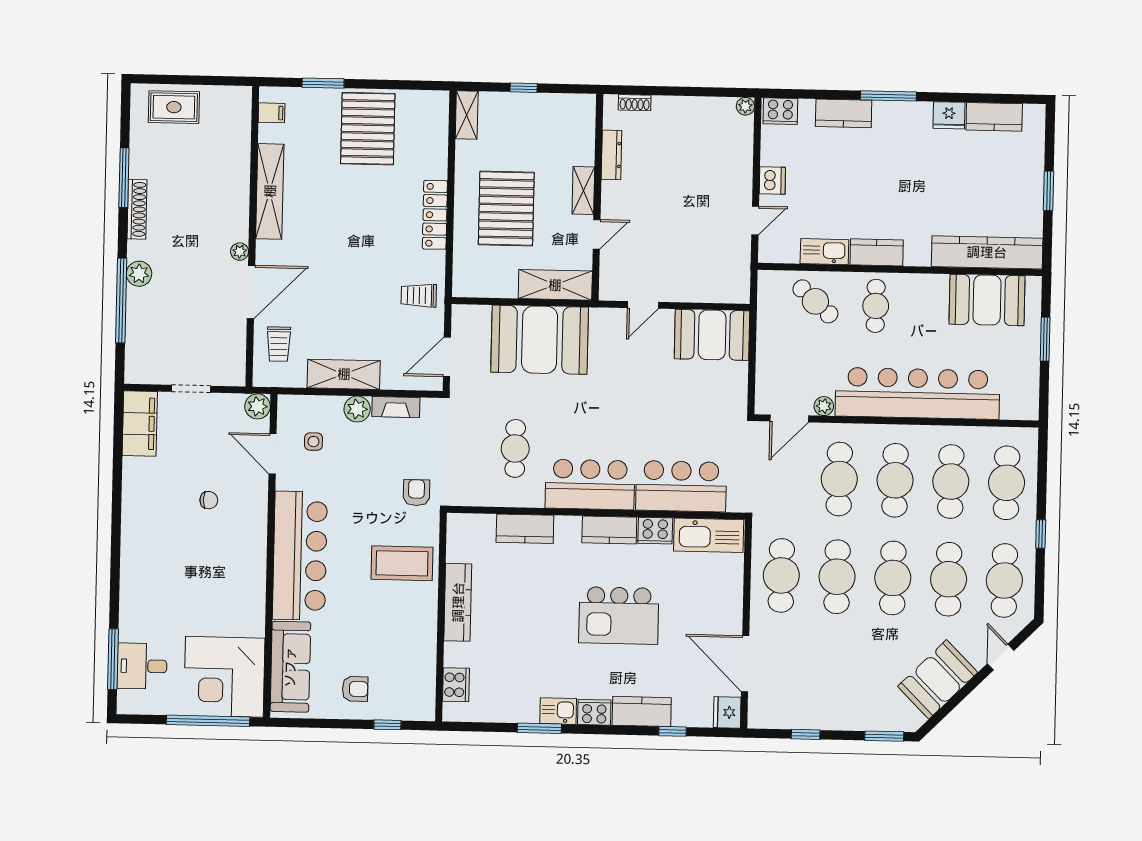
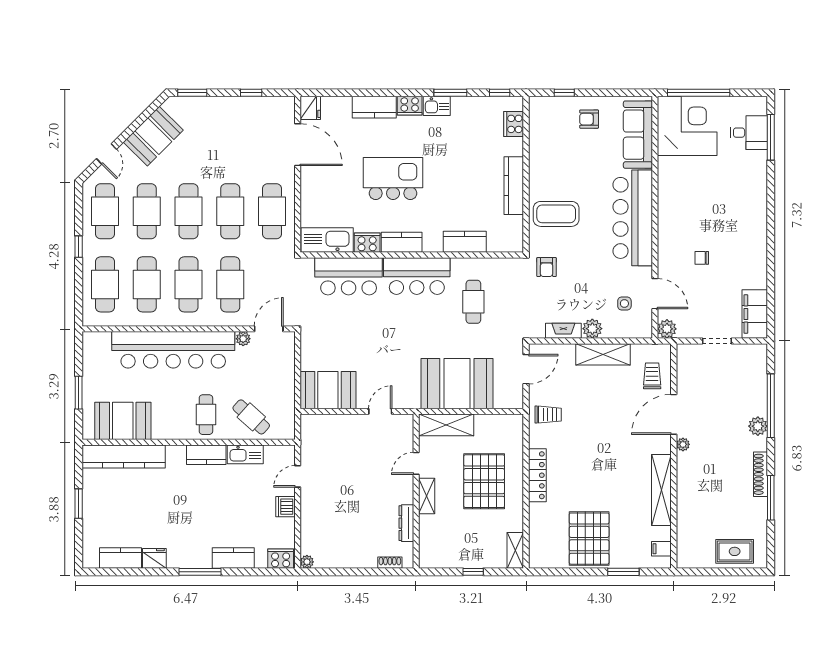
window: (672, 731) -> (500, 93), moved

